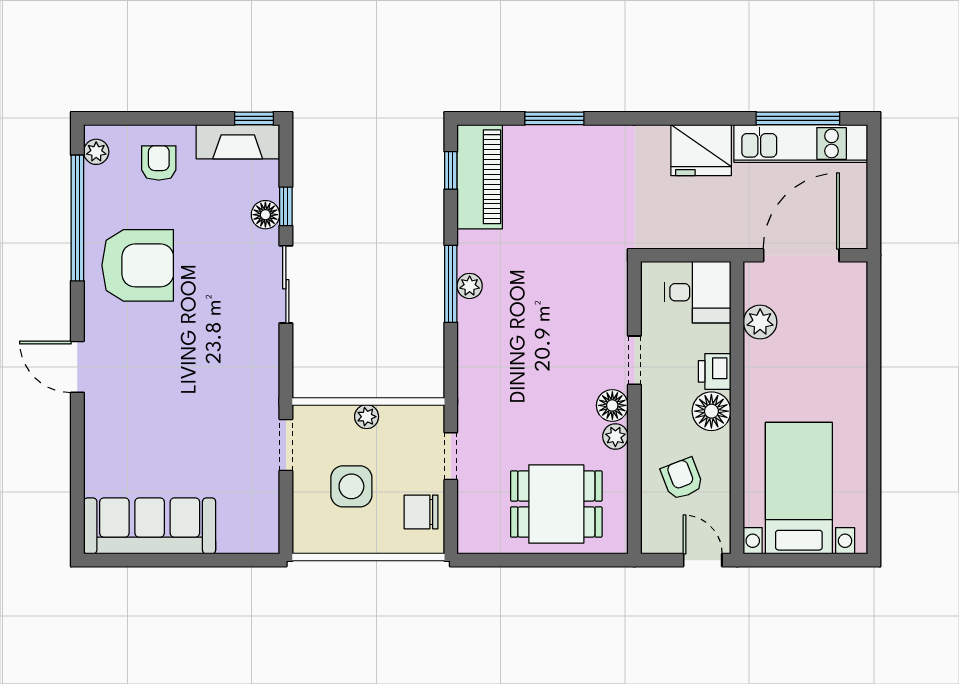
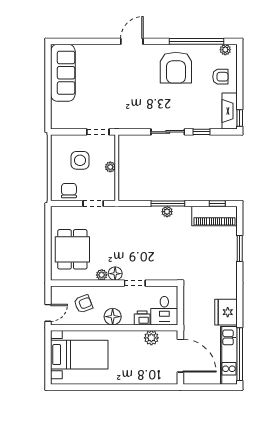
window: (798, 118) -> (240, 354), width x1.46
floor lamp: (265, 215) -> (198, 123), removed
printer: (715, 371) -> (142, 318), moved

